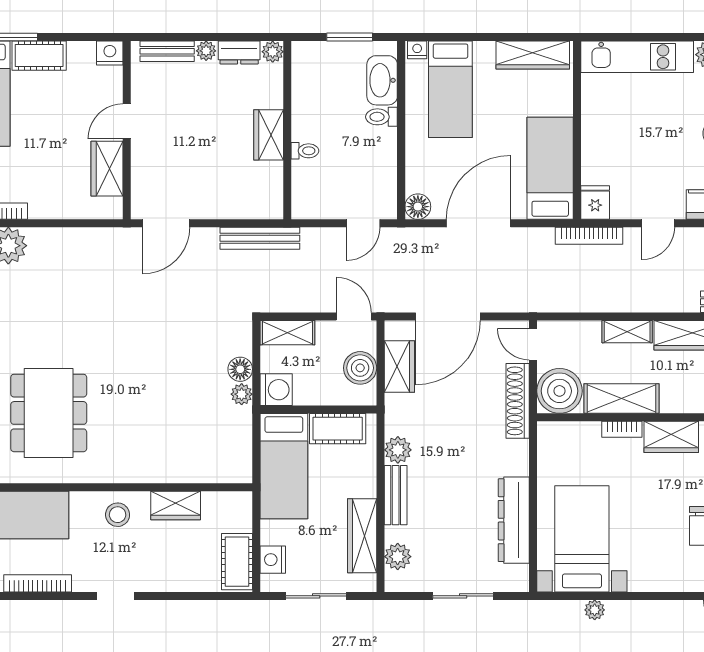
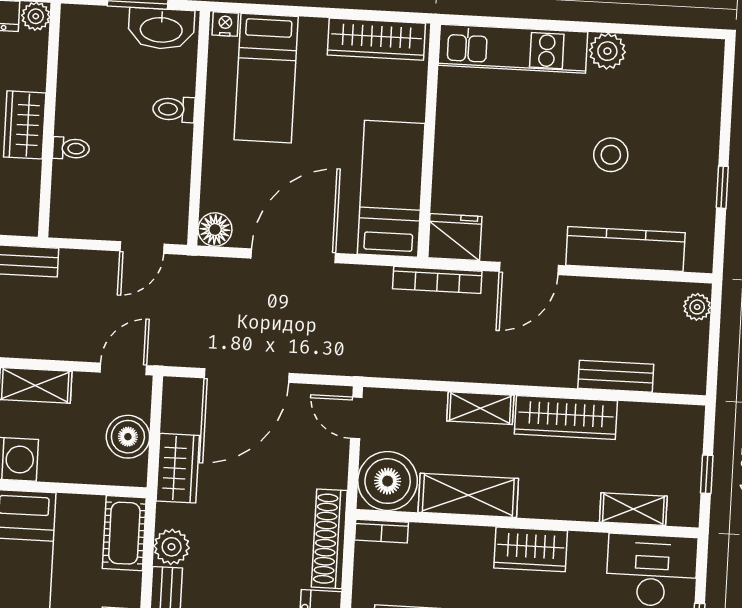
washbasin: (382, 80) -> (161, 29), moved, turned -90
fridge: (595, 202) -> (455, 237), width x1.38
door: (658, 223) -> (529, 268), width x1.38
door: (354, 316) -> (123, 369), hinge flipped
wardrobe: (399, 367) -> (178, 468), moved
shoe rack: (518, 401) -> (329, 539), moved
cot: (338, 429) -> (124, 533), moved, turned 90
bookcase: (622, 429) -> (382, 531), moved

